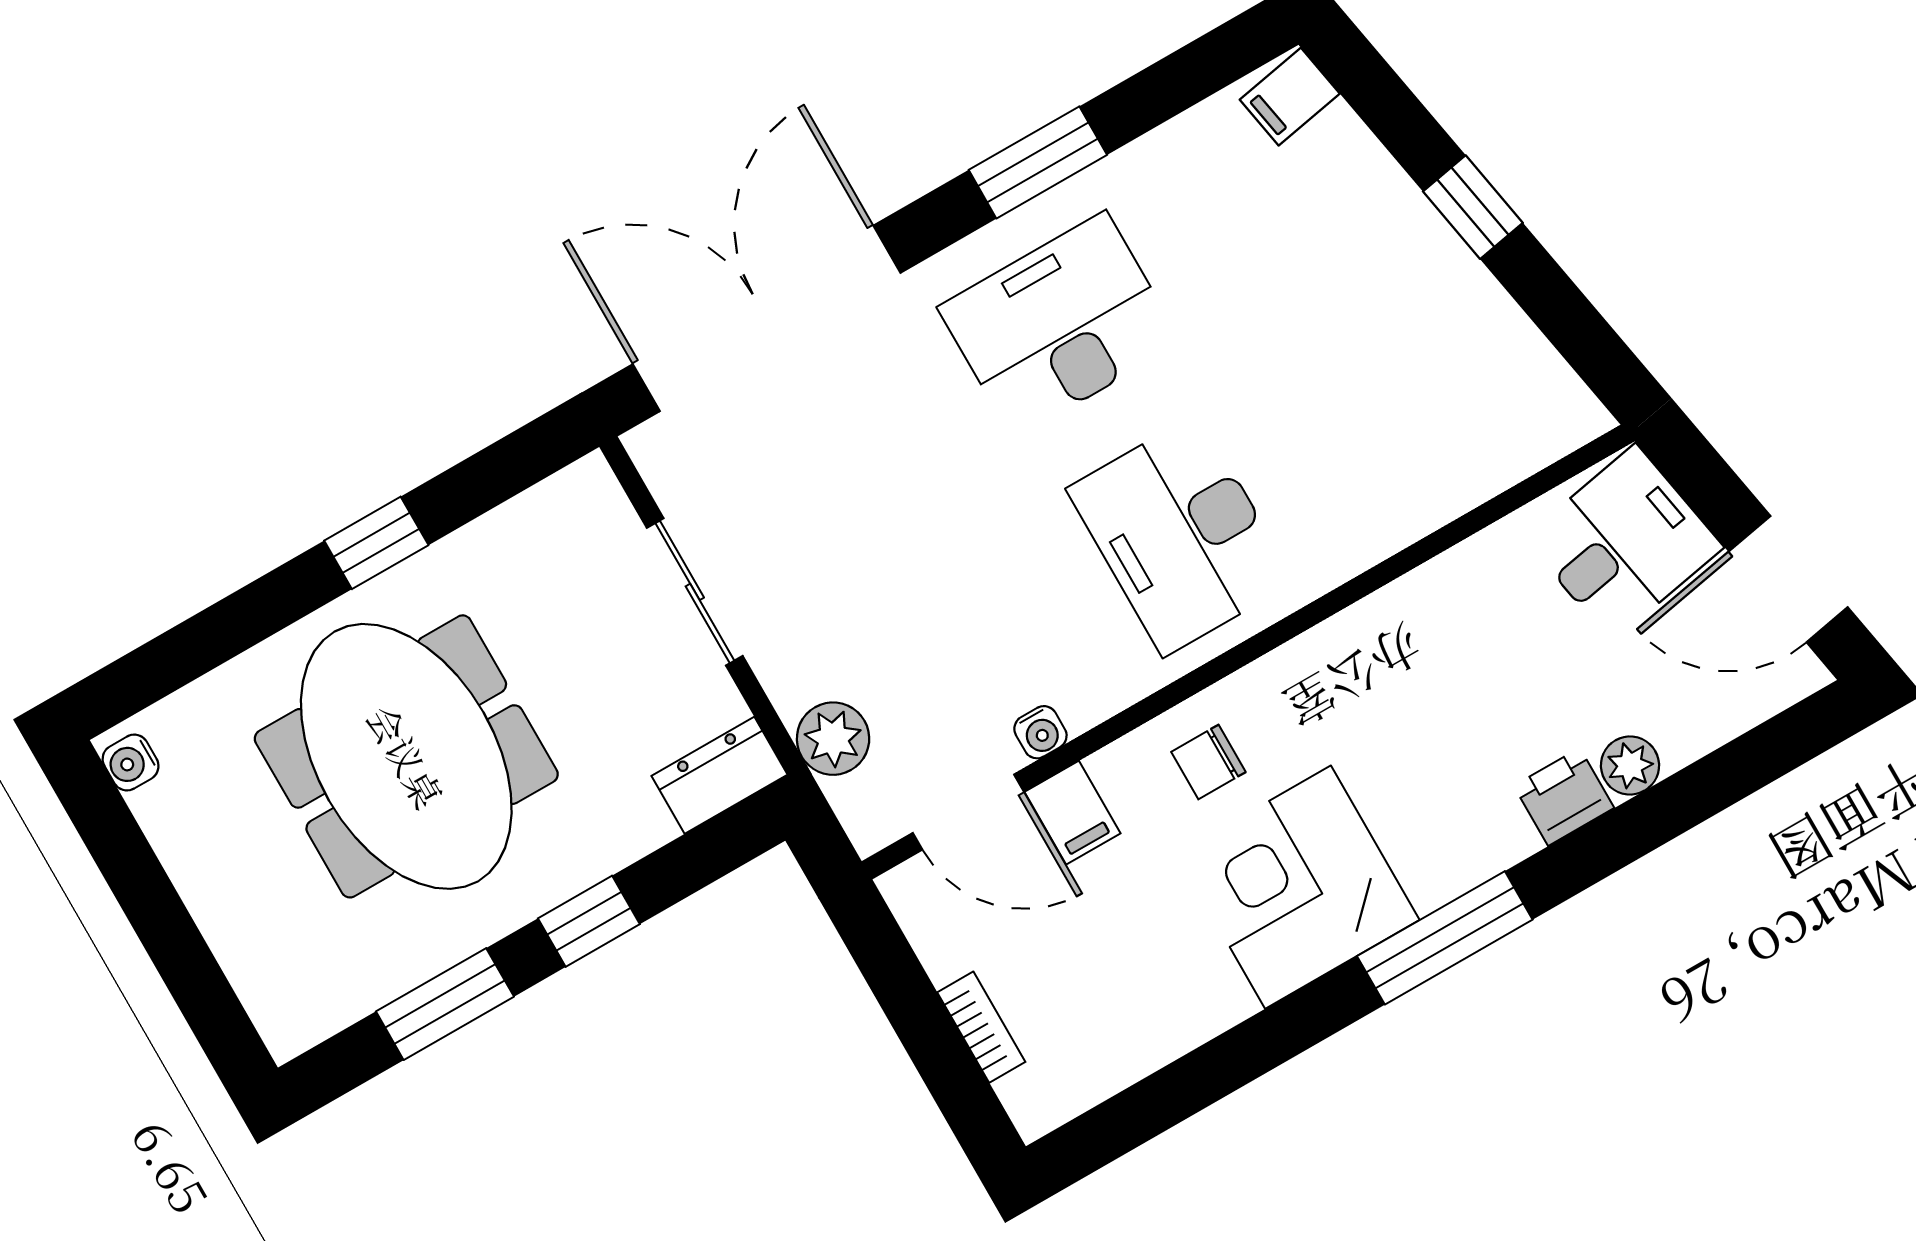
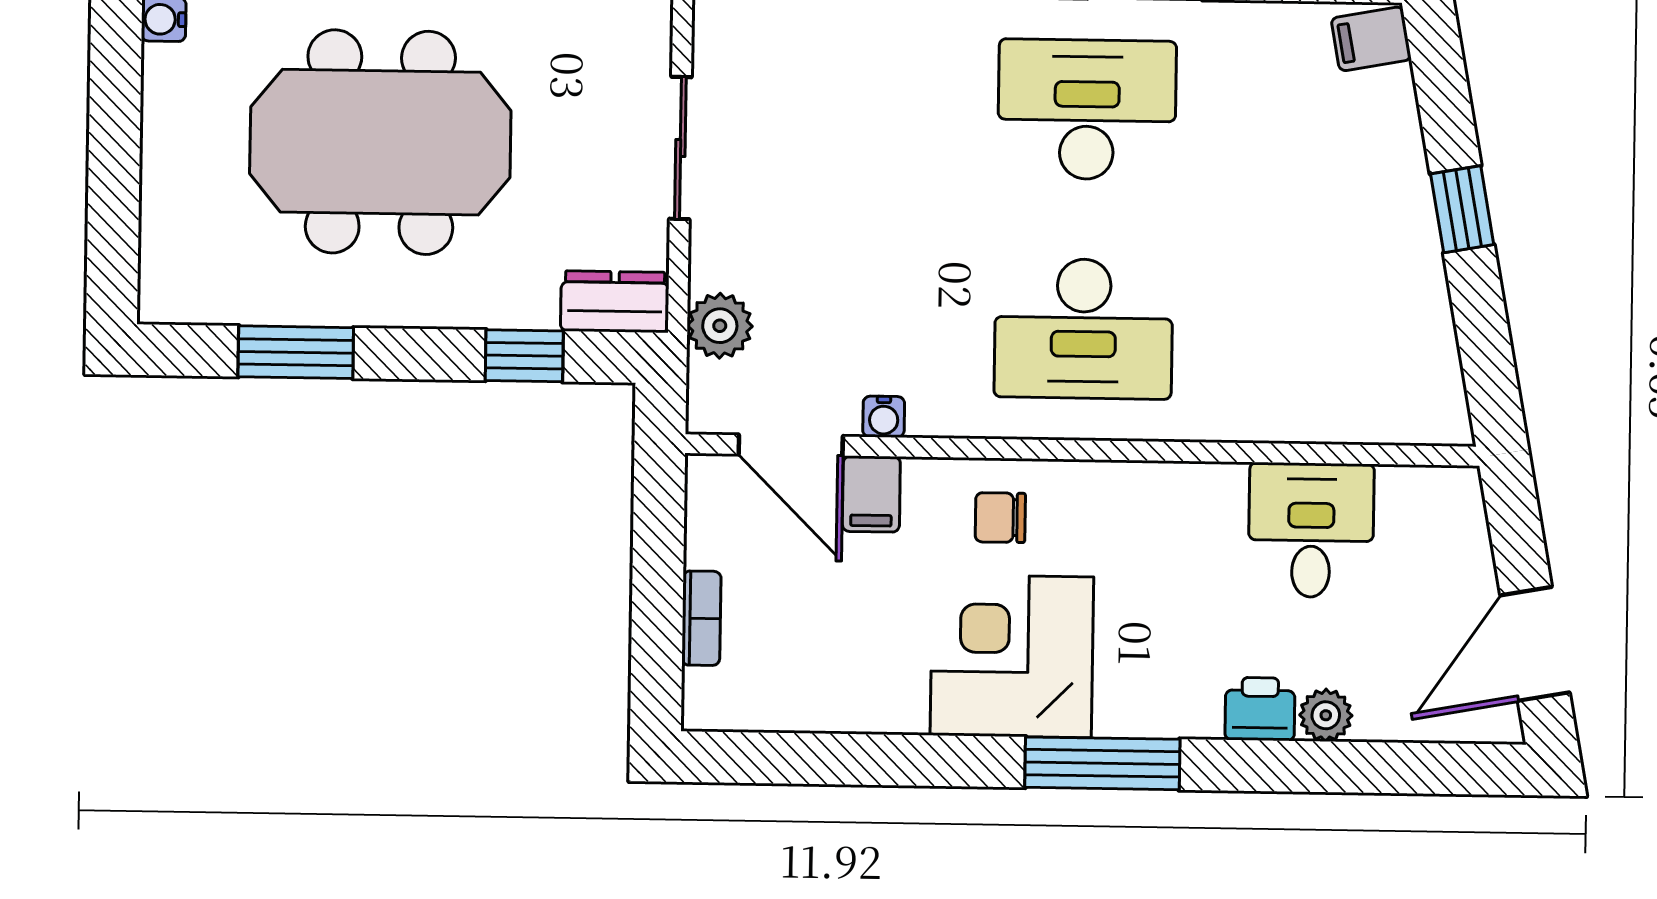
desk: (1181, 535) -> (1084, 329), turned -90
desk: (1624, 543) -> (1311, 530), moved, turned -80
door: (1788, 579) -> (1535, 644), hinge flipped
meeting table: (406, 756) -> (380, 142), turned 90
window: (589, 921) -> (524, 356), moved

